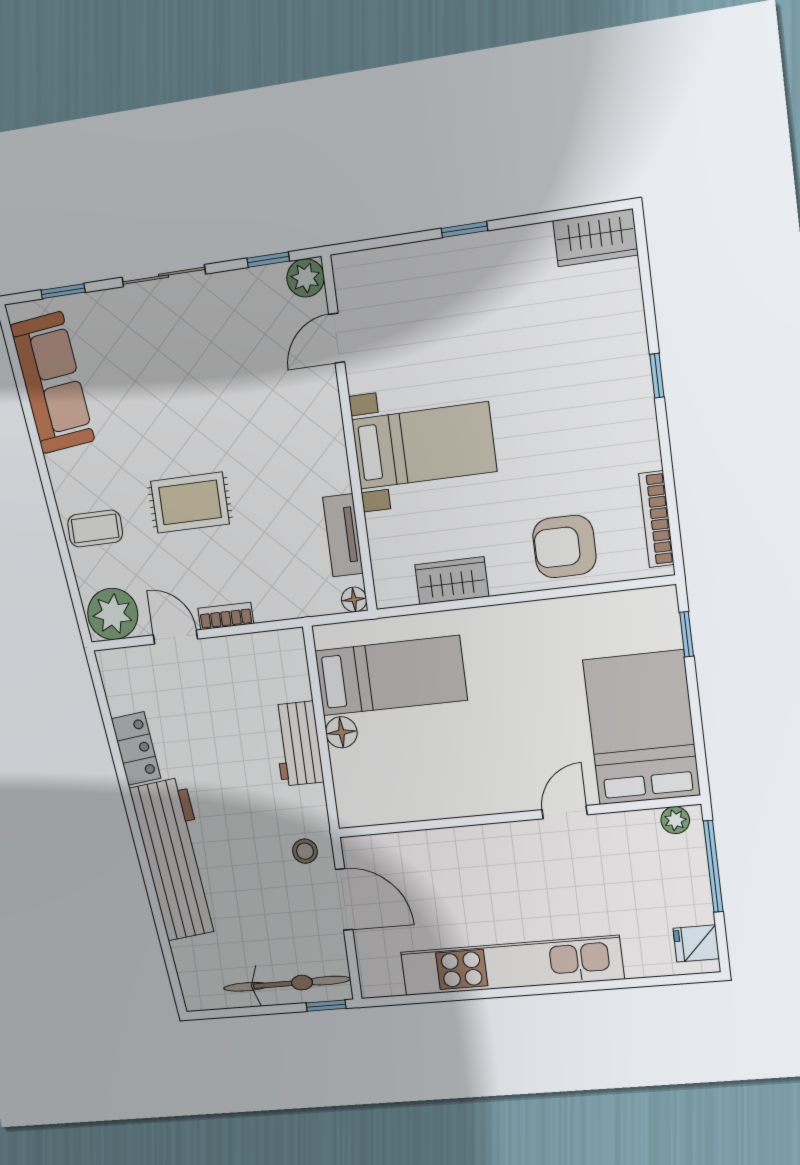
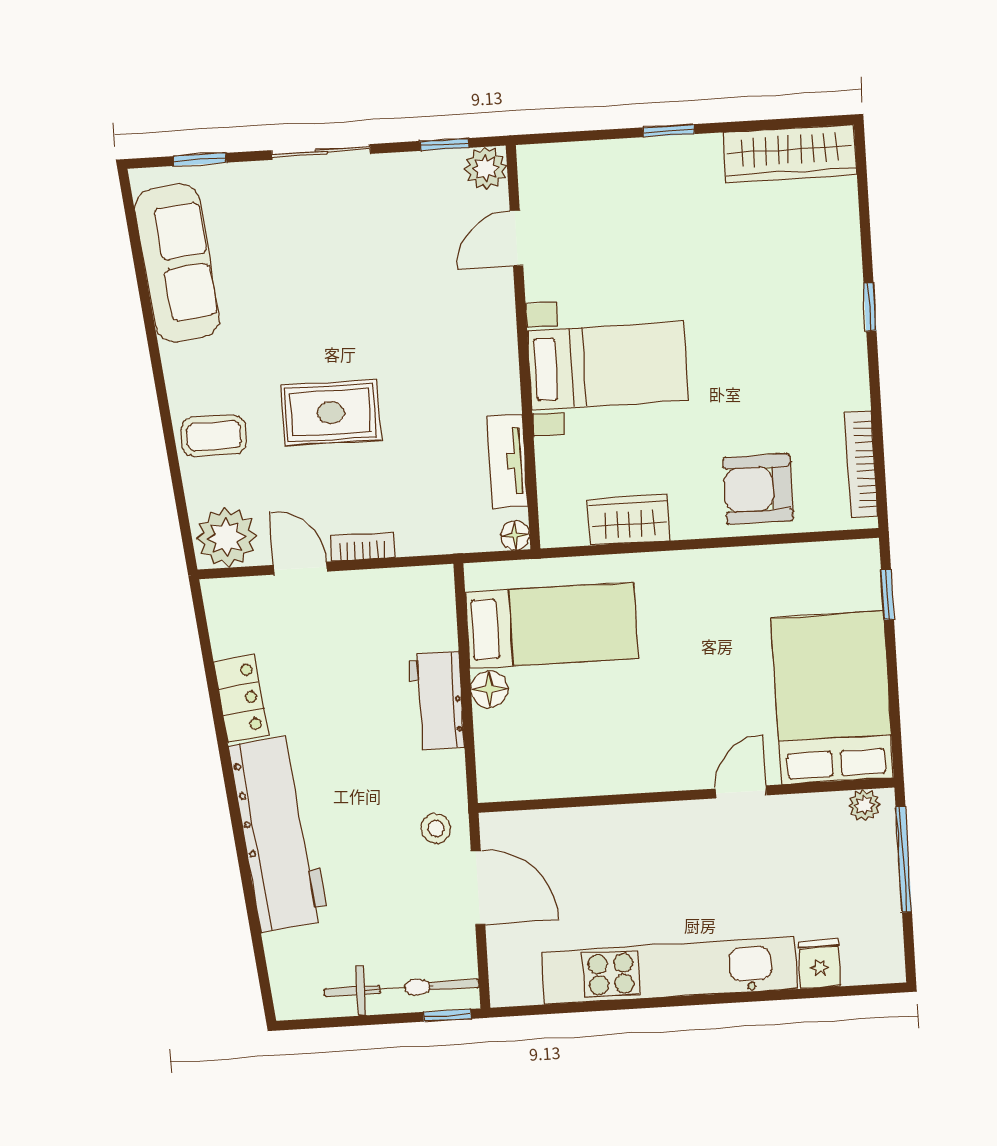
wardrobe: (595, 238) -> (790, 154), width x1.50
fridge: (696, 943) -> (819, 964), moved, turned 90

